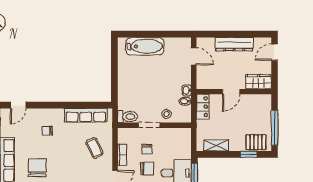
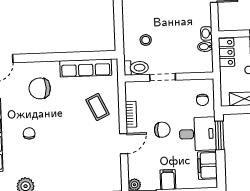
stool: (166, 114) -> (146, 40), moved
chair: (47, 131) -> (40, 88), width x1.87, depth x1.87
chair: (147, 149) -> (202, 100), moved
chair: (37, 168) -> (29, 133), width x0.54, depth x0.54

